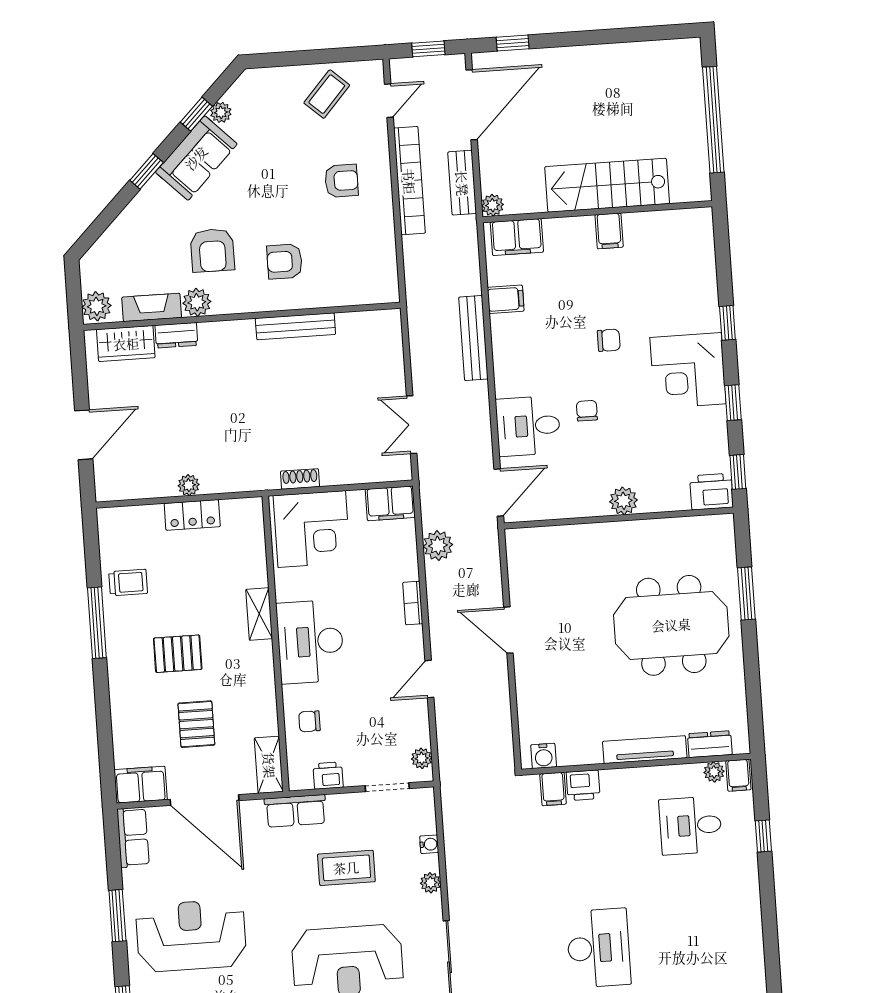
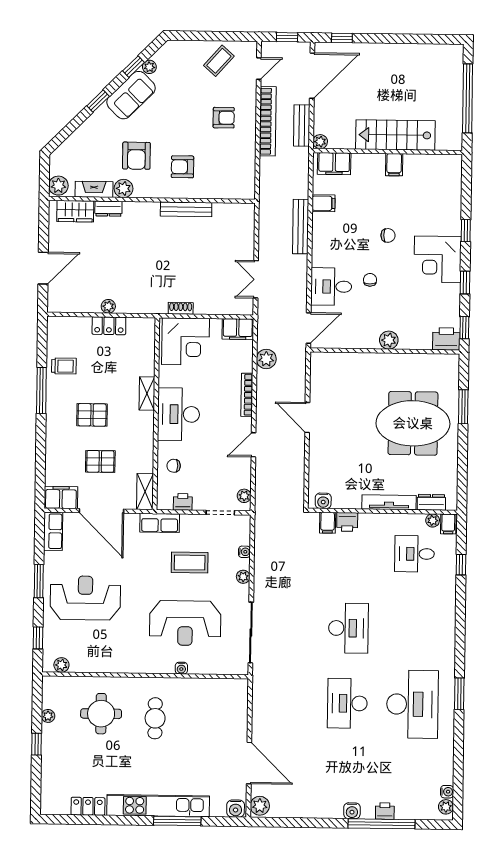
bookcase: (413, 603) -> (247, 395), width x1.56
pallet: (196, 724) -> (100, 461), turned 90

